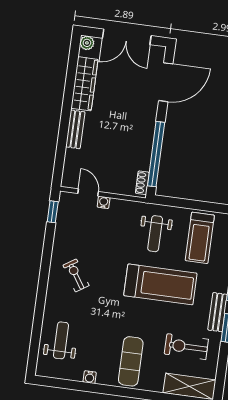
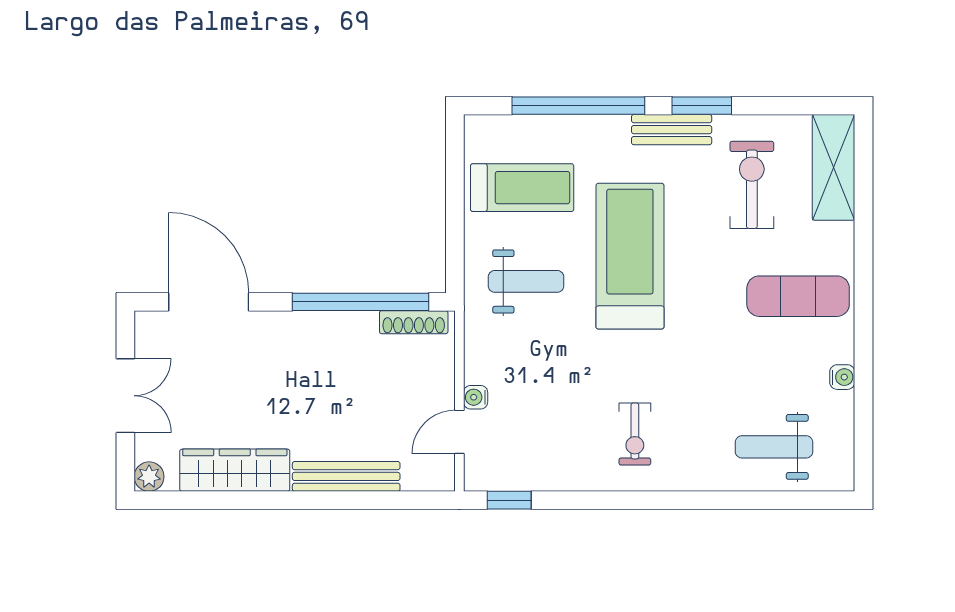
double door: (127, 37) -> (125, 396), width x0.73
bench: (75, 129) -> (346, 476), width x1.36
shoe rack: (142, 183) -> (414, 322), width x1.43
exercise bike: (76, 275) -> (635, 434), turned -57
exercise bike: (186, 347) -> (752, 185), turned 180

